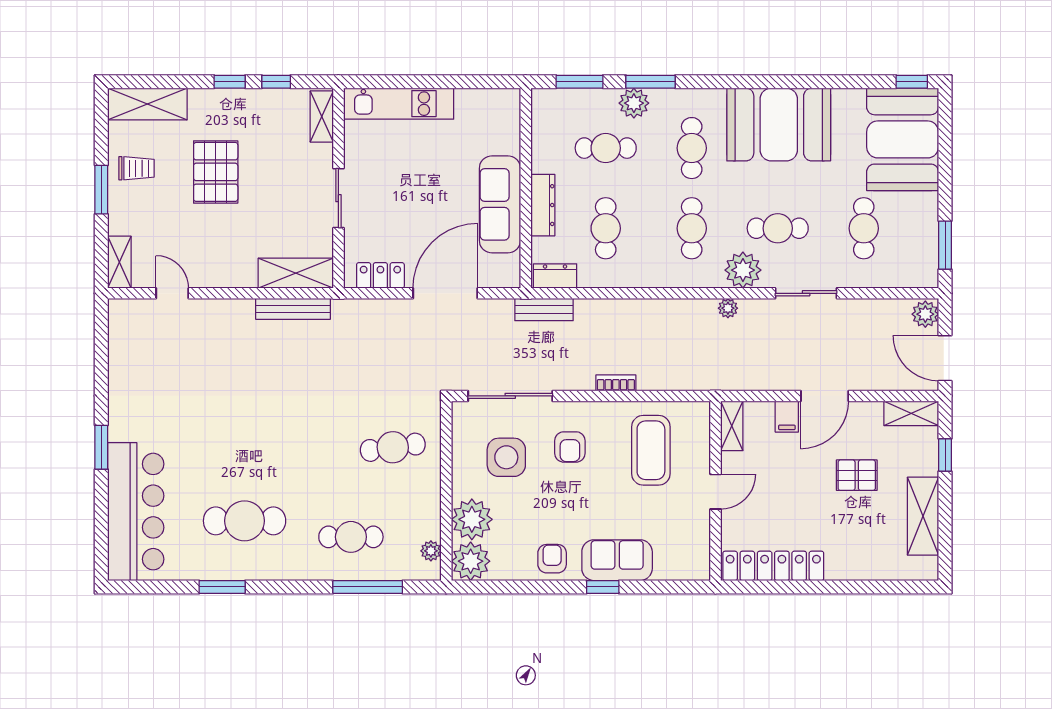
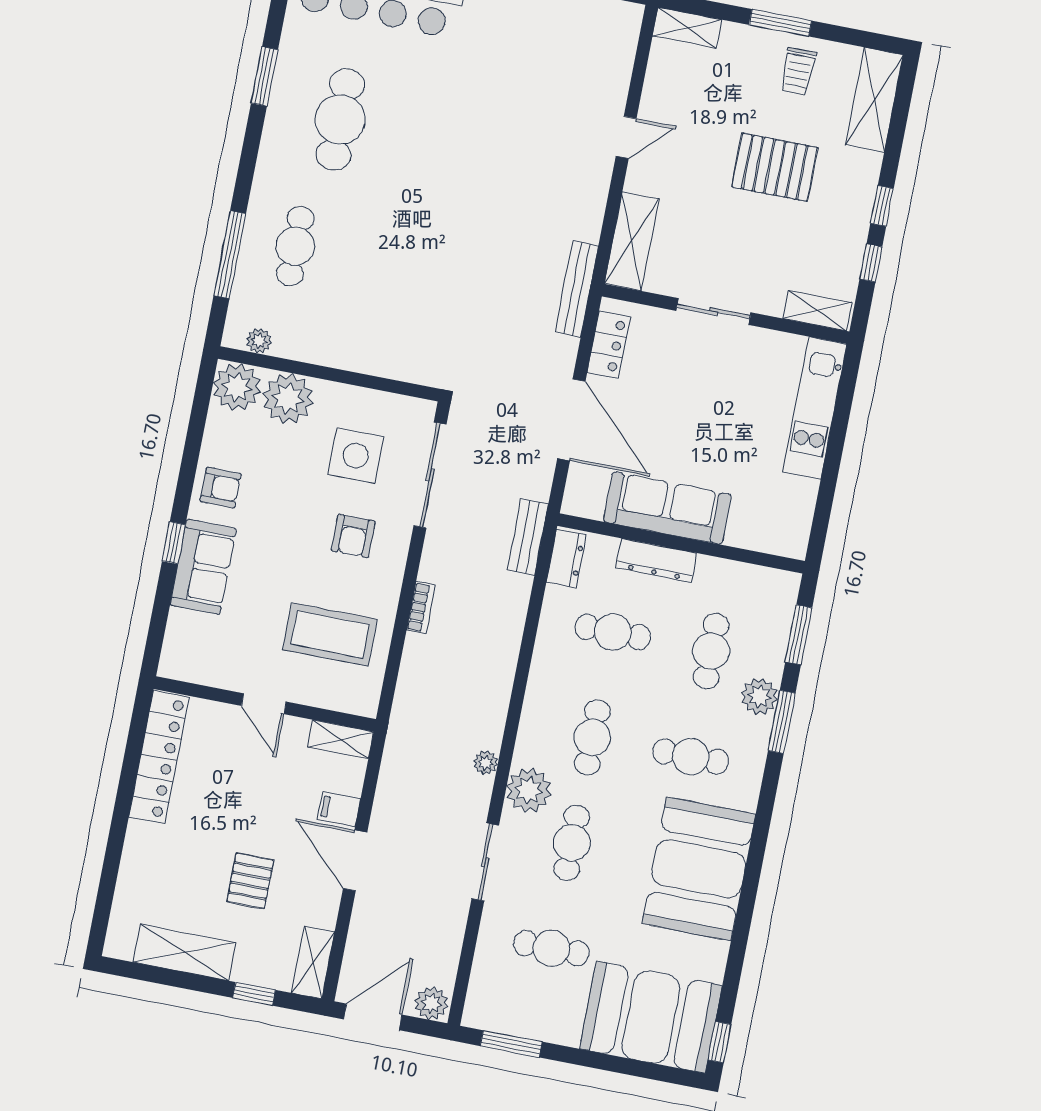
cafe table: (692, 228) -> (592, 737), turned 90
door: (172, 293) -> (626, 137), moved
bench: (293, 309) -> (577, 289), moved
cafe table: (393, 447) -> (395, 319), removed
armchair: (570, 447) -> (353, 536), turned -90

